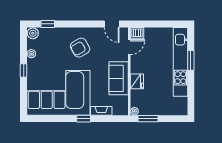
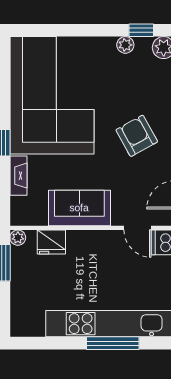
window: (191, 60) -> (113, 343), width x1.44
window: (24, 70) -> (141, 30), moved
fridge: (137, 81) -> (51, 242), moved

